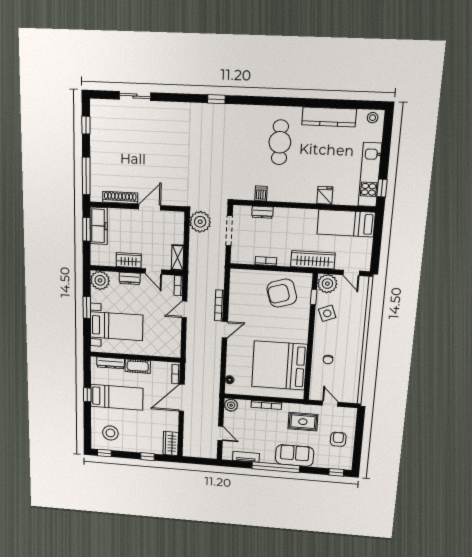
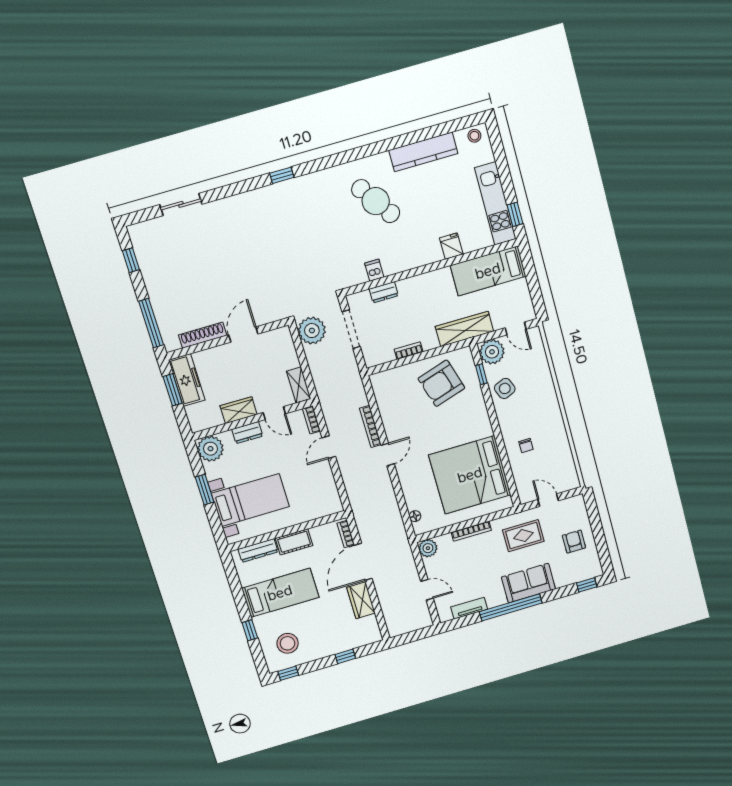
cafe table: (280, 142) -> (376, 201), turned -35
window: (87, 395) -> (250, 630), moved
wardrobe: (171, 443) -> (361, 600), moved

